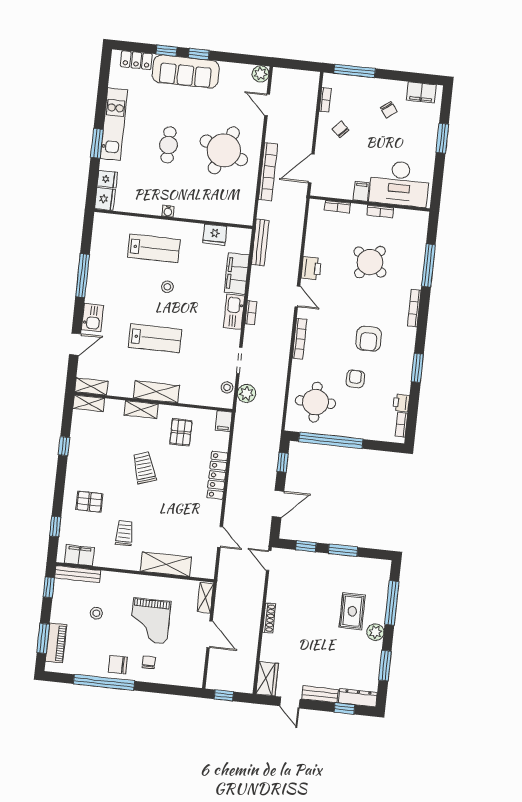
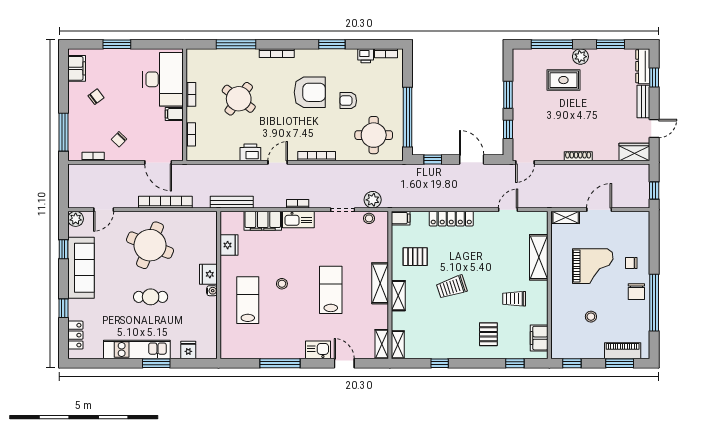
window: (199, 54) -> (63, 249), moved
sofa: (186, 72) -> (81, 268), moved
fridge: (105, 199) -> (208, 274), moved, turned -90
armchair: (369, 339) -> (310, 92), width x1.36, depth x1.36
bench: (78, 574) -> (557, 338), removed

